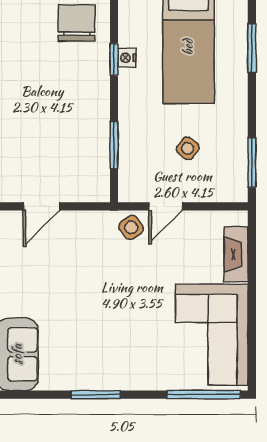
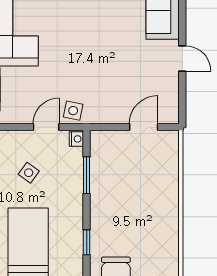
nightstand: (127, 58) -> (76, 139), moved
side table: (131, 227) -> (73, 111), turned 45

